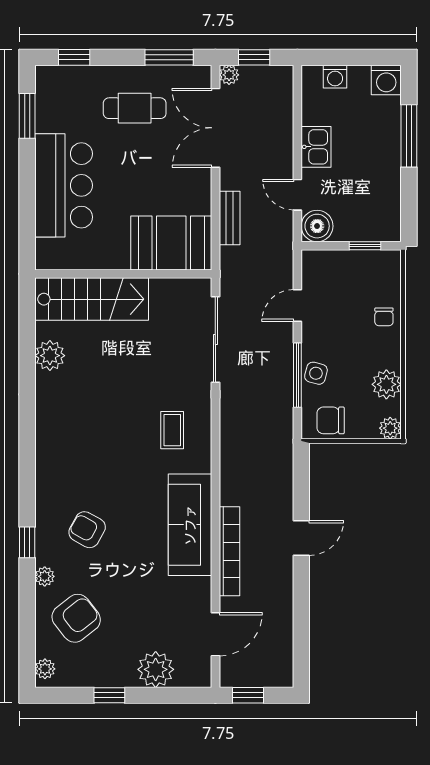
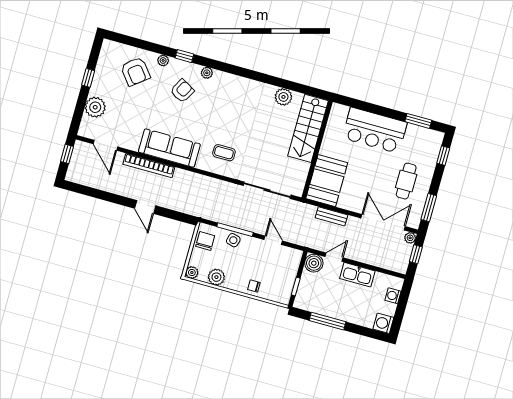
window: (409, 136) -> (328, 321), moved
kitchen sink: (316, 147) -> (357, 275), width x1.38
plant: (45, 669) -> (207, 73), moved

